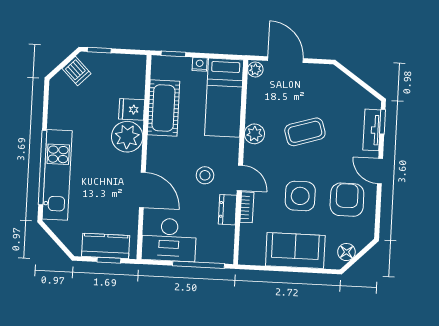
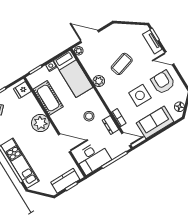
fridge: (132, 109) -> (22, 90), moved
door: (240, 178) -> (126, 139), moved

